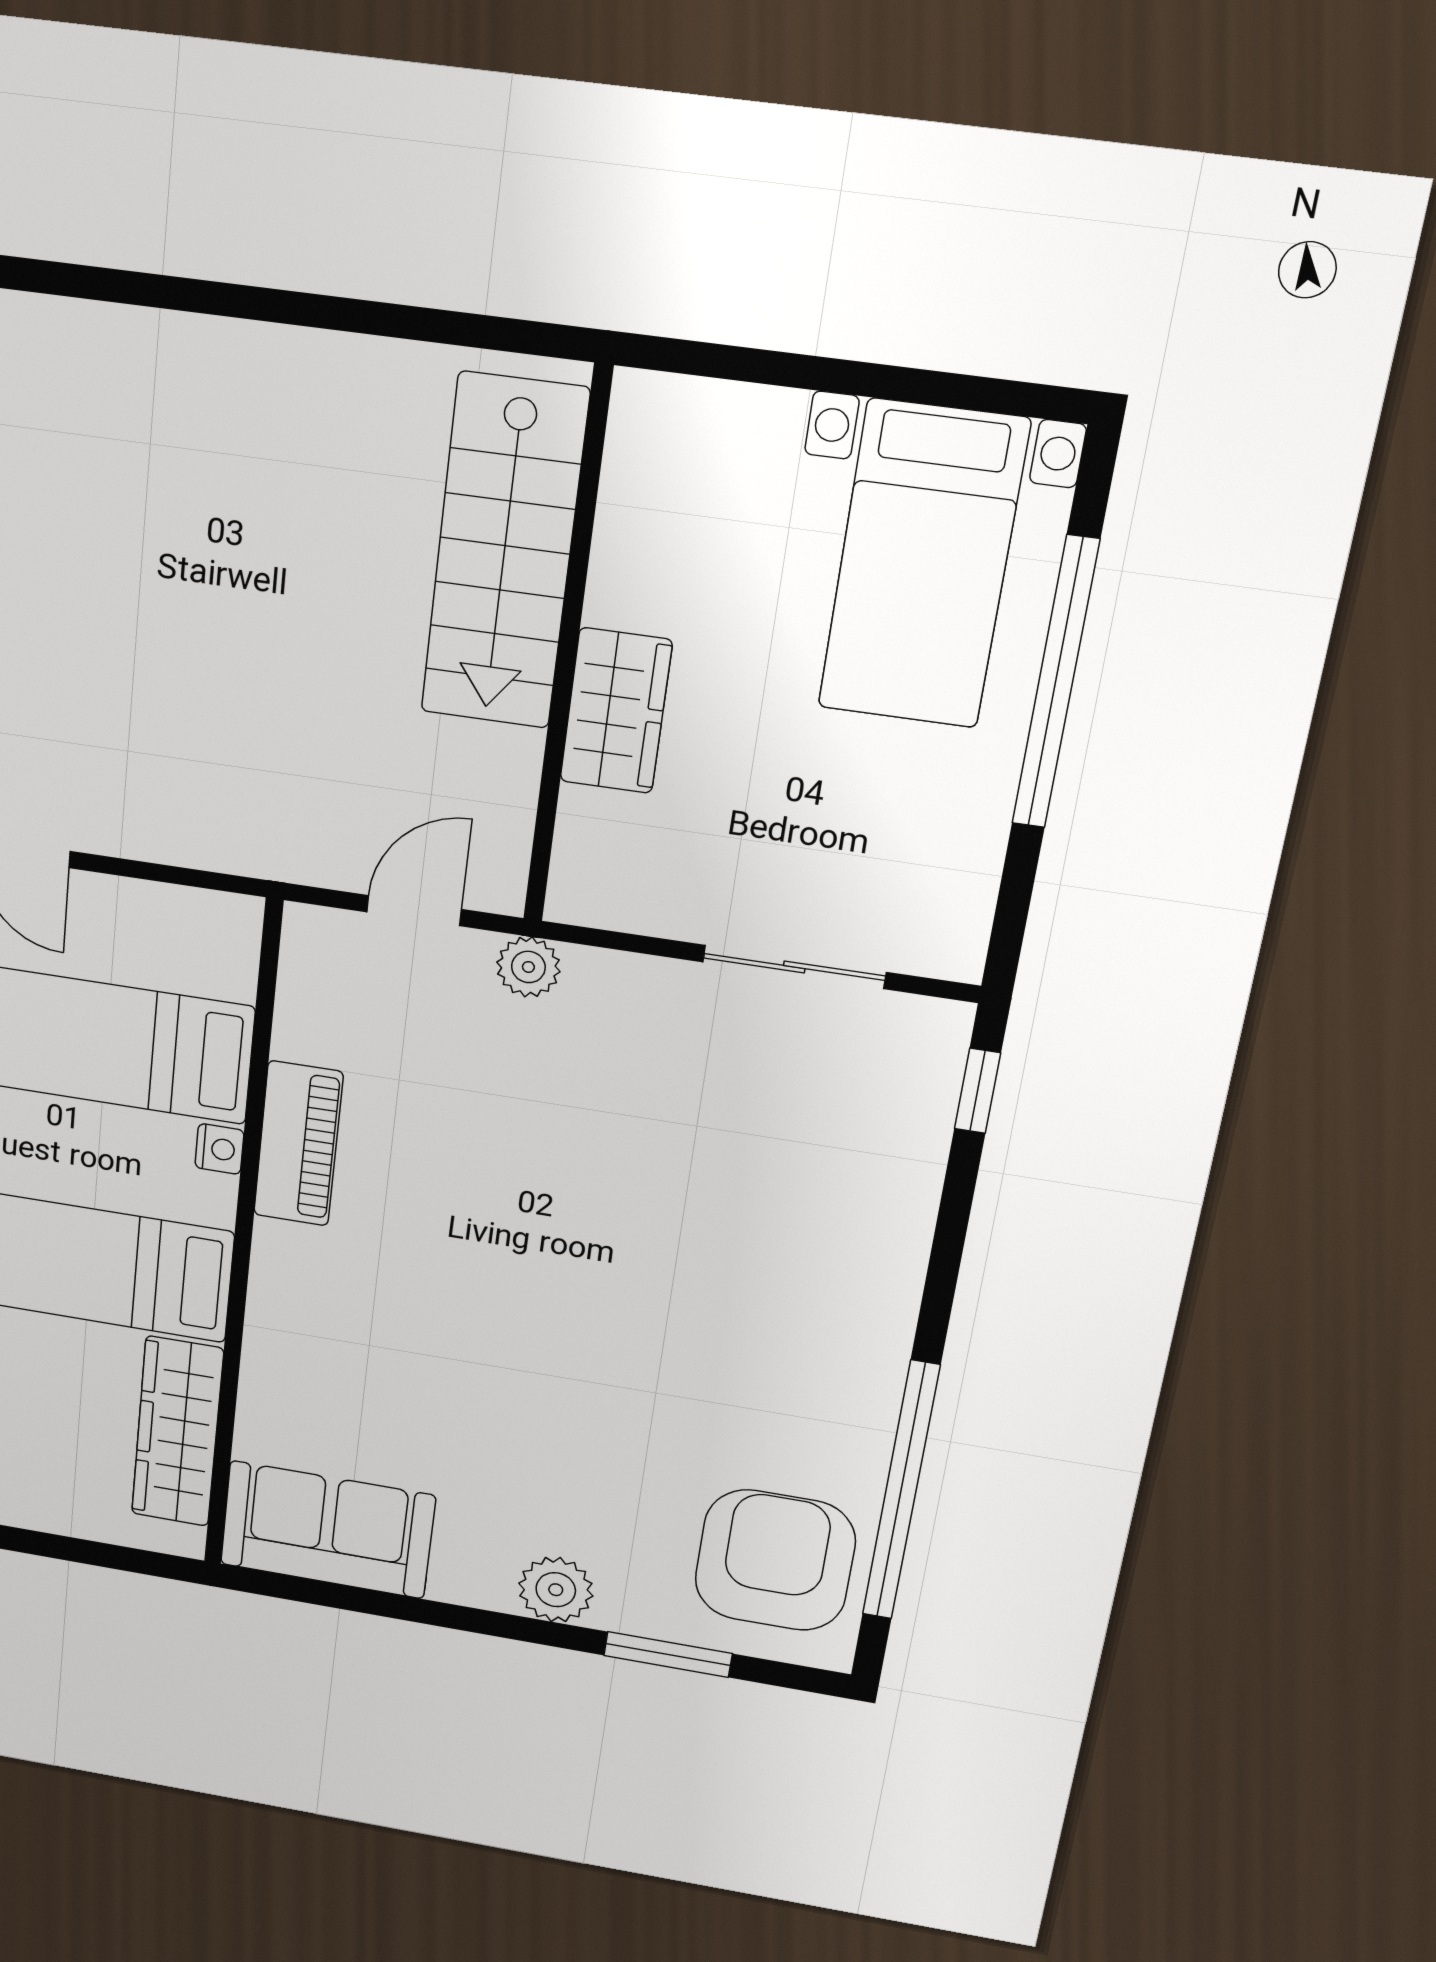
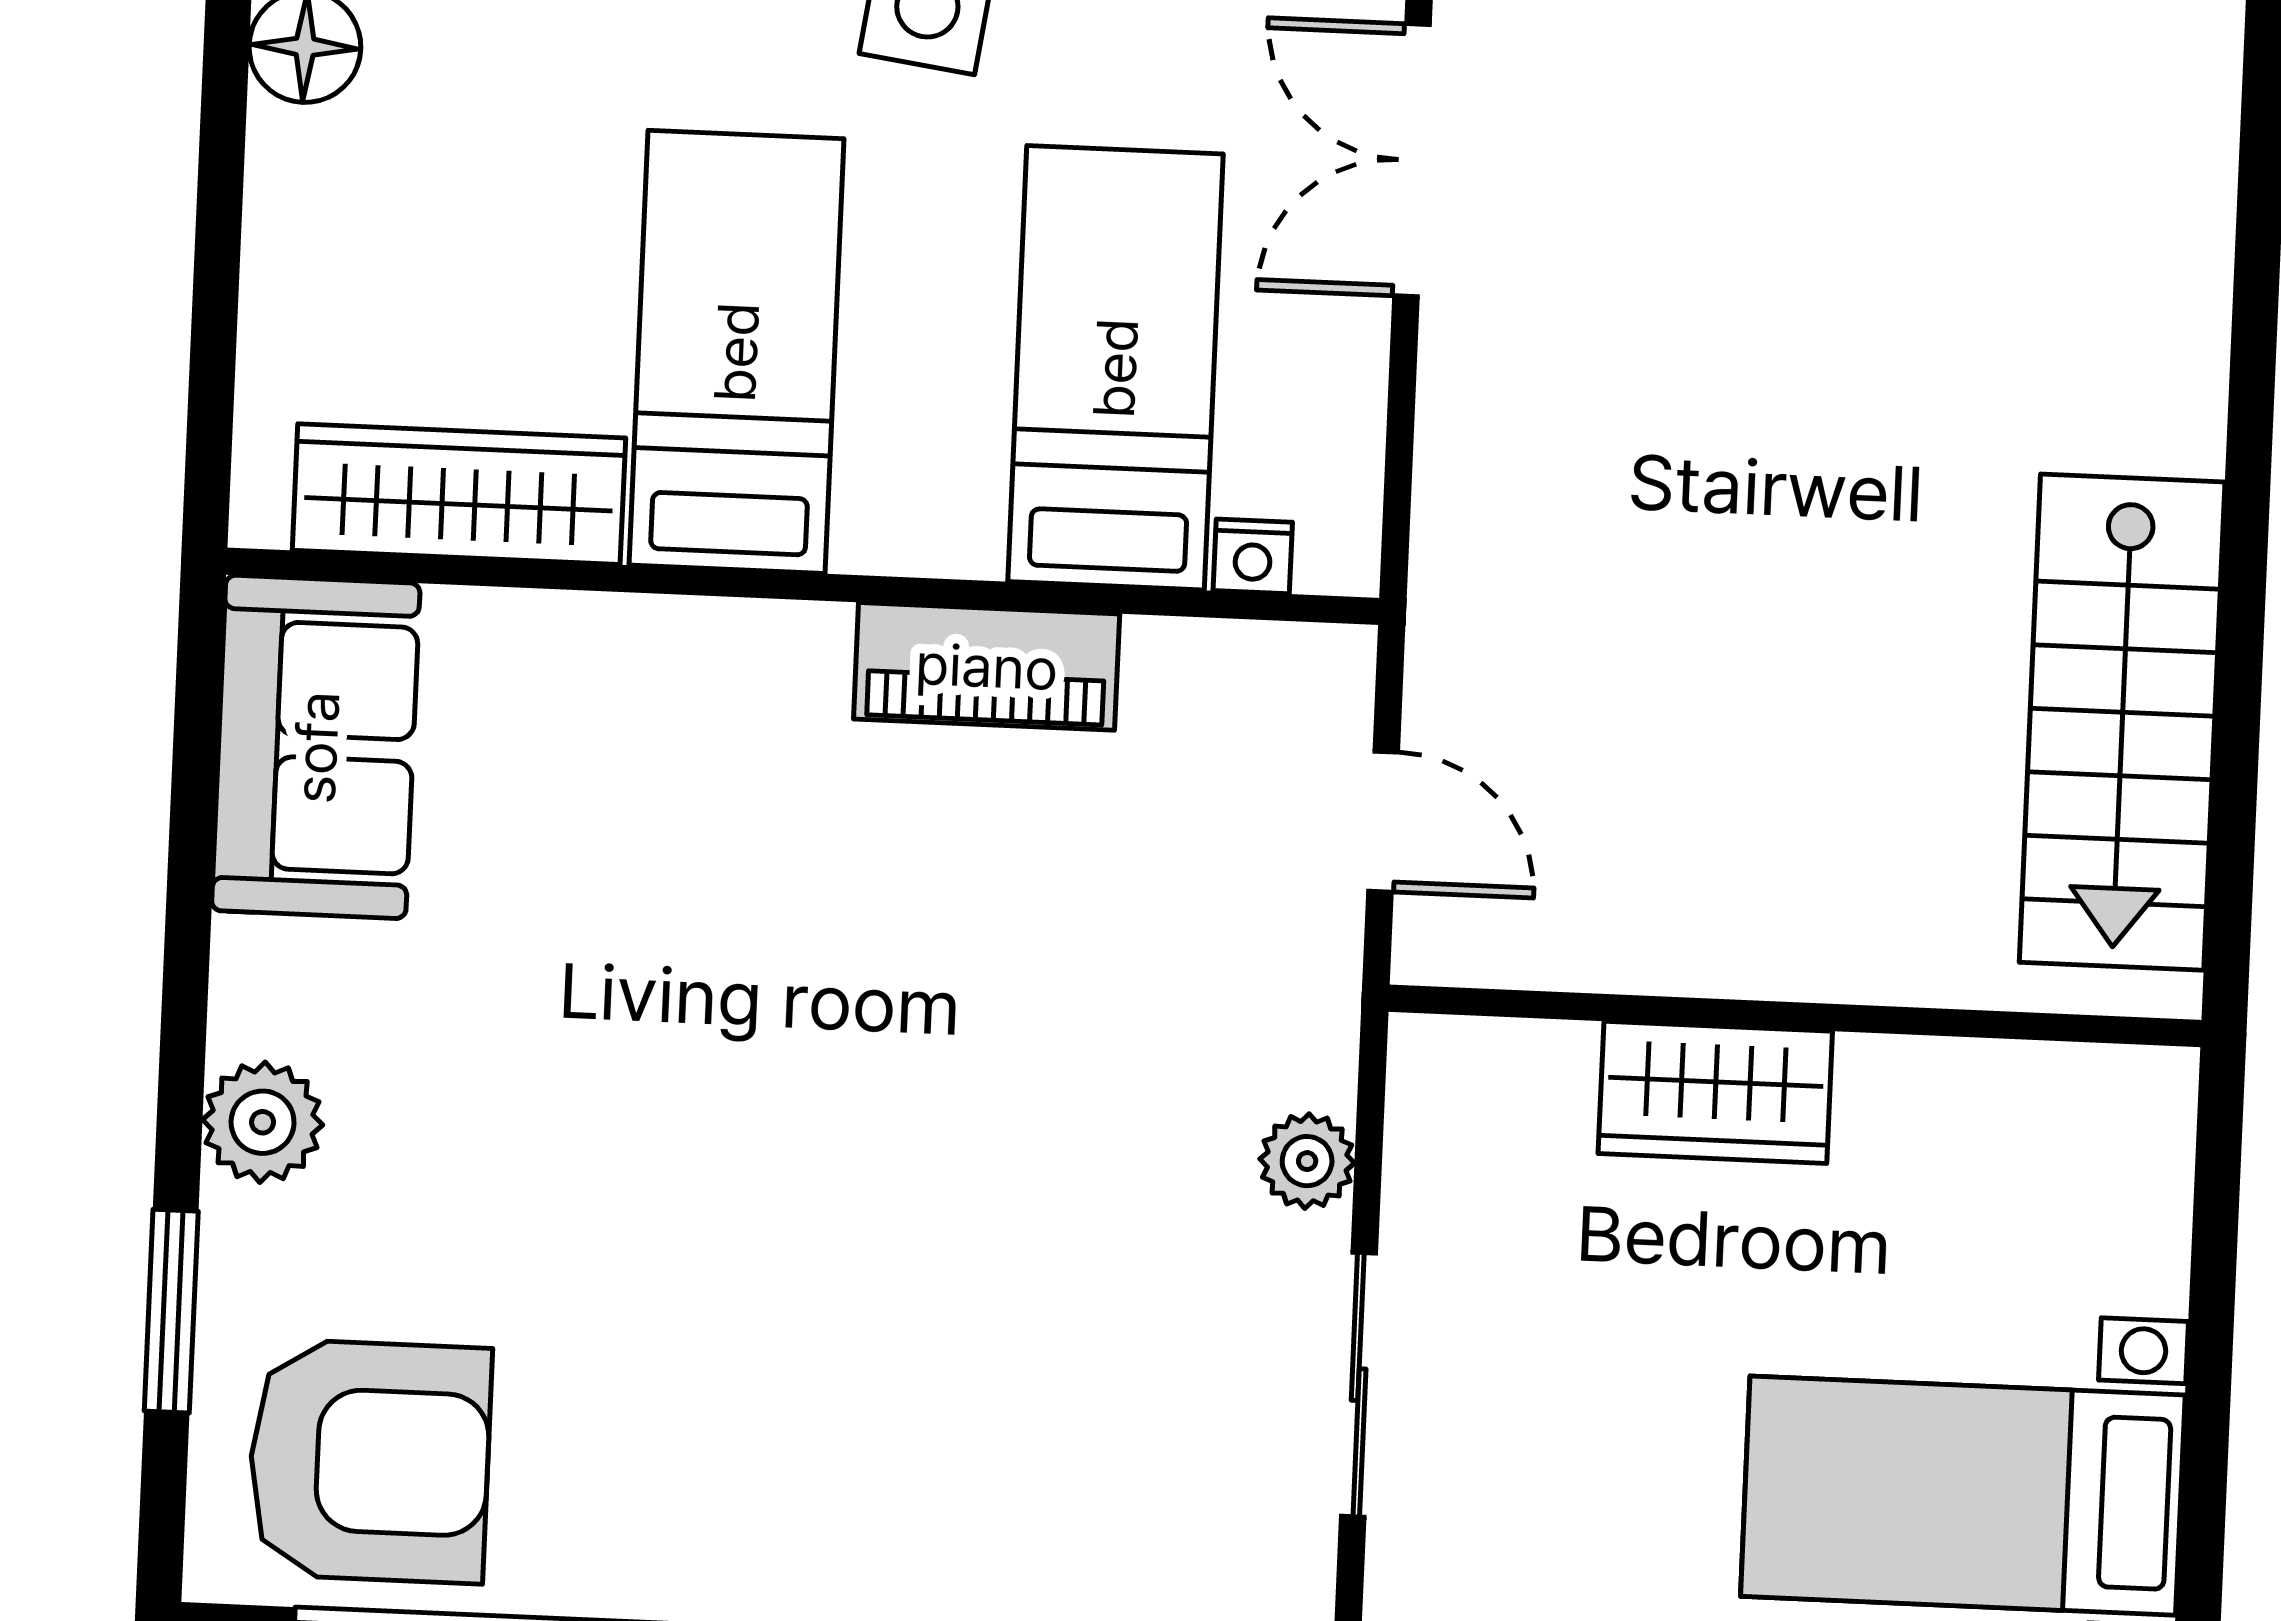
stairs: (504, 553) -> (2122, 722), moved, turned -90
plant: (528, 967) -> (1307, 1161), moved
nightstand: (219, 1149) -> (1253, 556), moved

